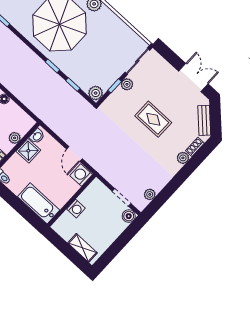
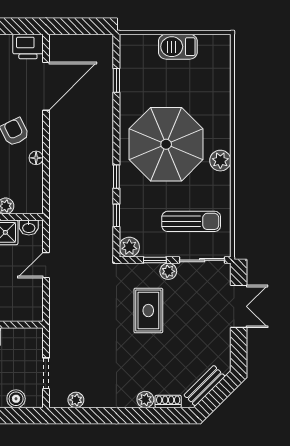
sun lounger: (112, 48) -> (191, 221), added
double door: (193, 78) -> (239, 306), moved
rug: (153, 119) -> (148, 311), moved
door: (74, 154) -> (46, 265), moved
washing machine: (81, 175) -> (31, 310), removed
boiler: (129, 216) -> (16, 399), moved

